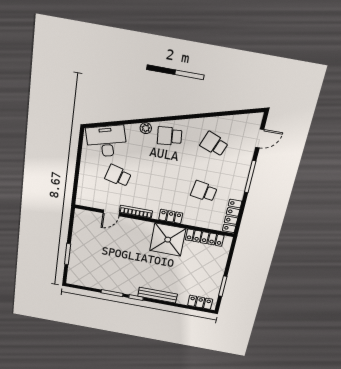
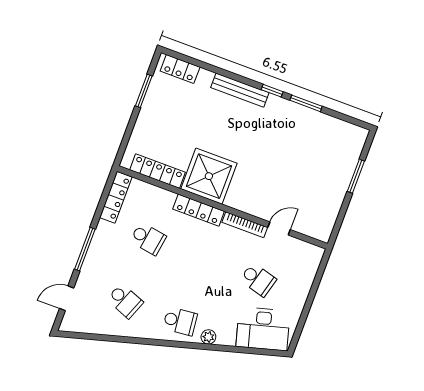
locker: (171, 216) -> (199, 210), width x1.53

